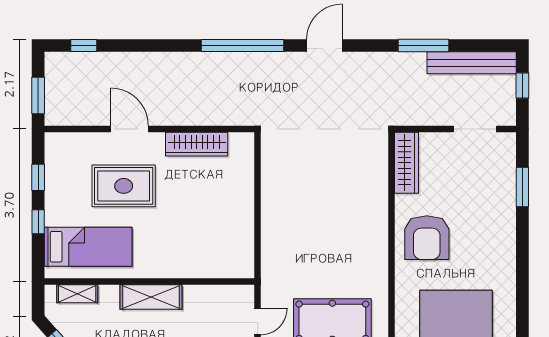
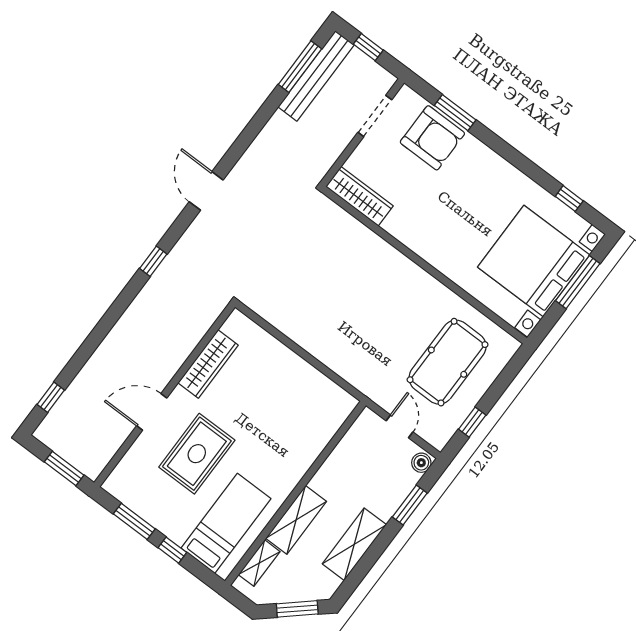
window: (242, 46) -> (153, 261), width x0.32
window: (424, 46) -> (300, 67), moved
window: (38, 177) -> (134, 521), width x1.50
armchair: (427, 238) -> (432, 138), moved
shelving: (151, 297) -> (296, 520), moved
window: (522, 320) -> (569, 199), added

